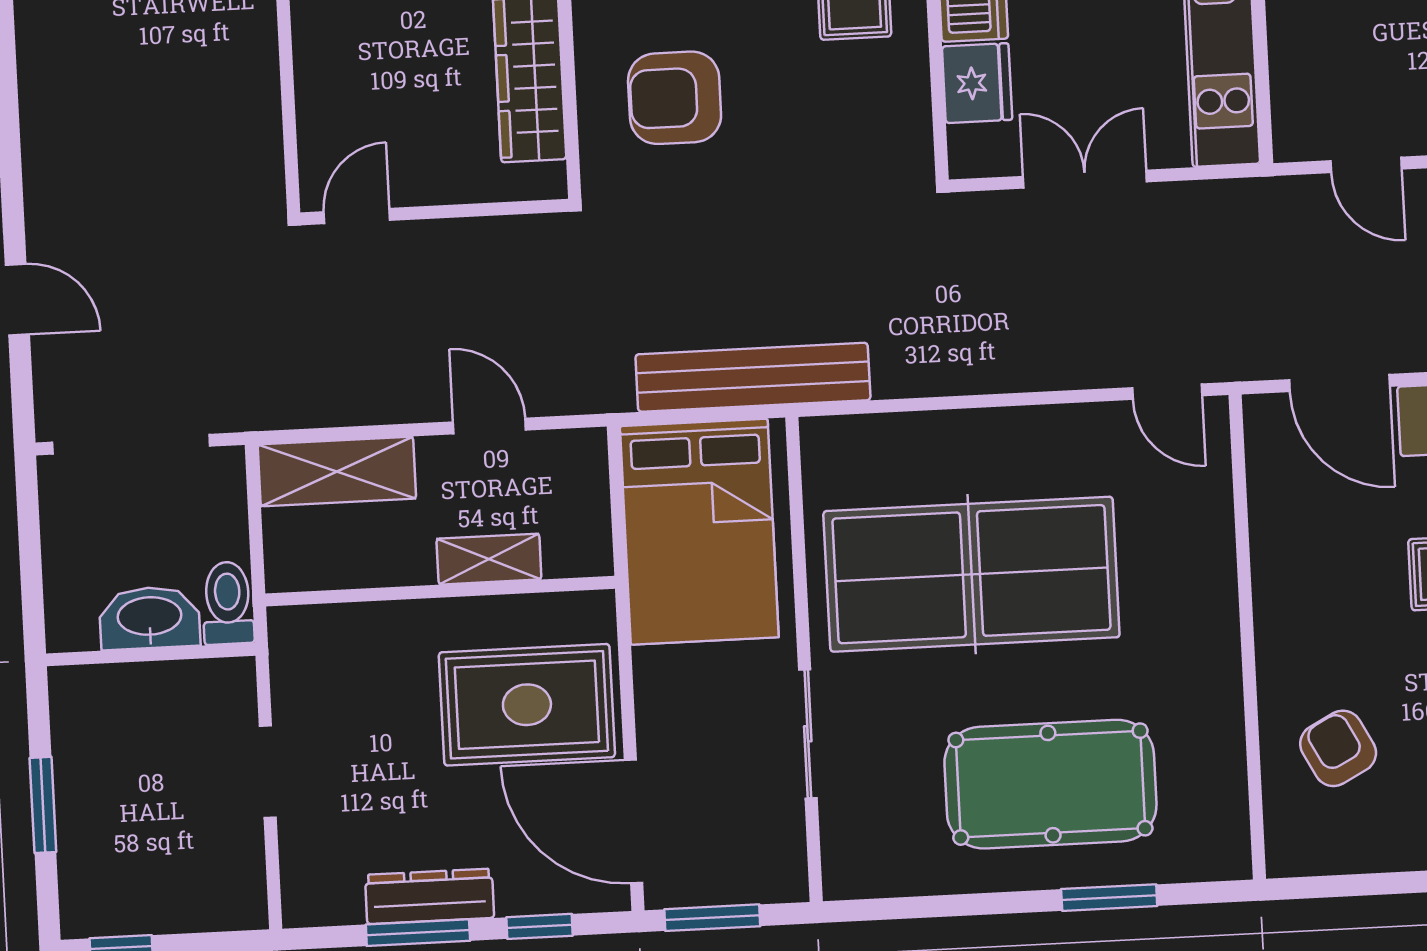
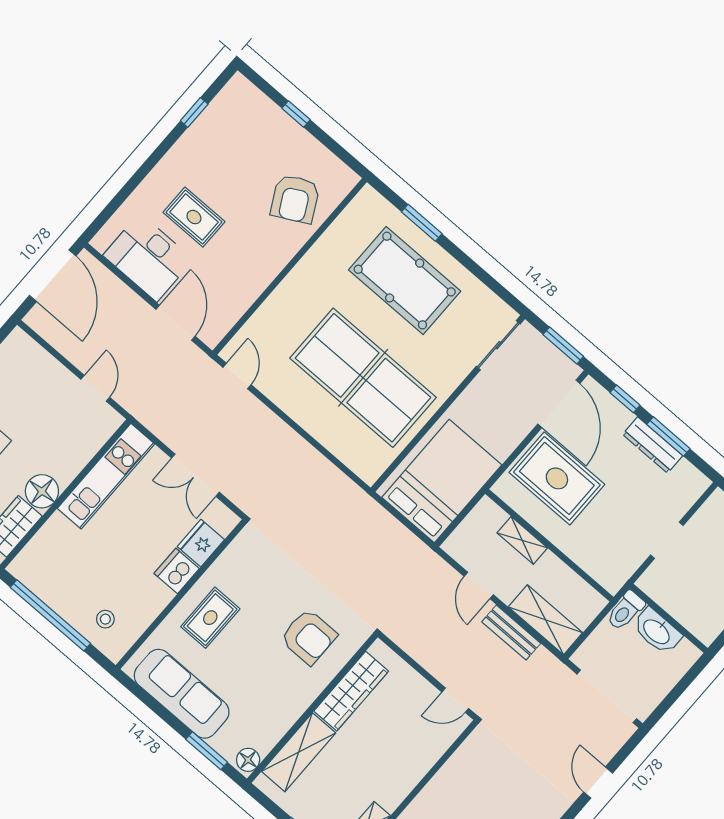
bench: (753, 377) -> (511, 633), moved, width x0.54, depth x0.82
sliding door: (808, 734) -> (498, 345), moved
armchair: (1338, 748) -> (295, 199), width x1.38, depth x1.38

